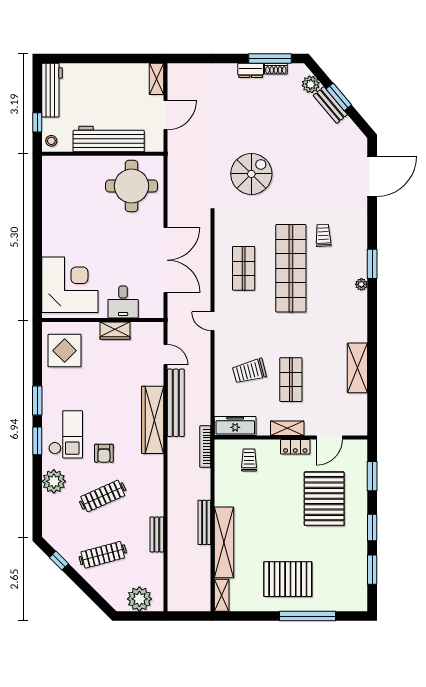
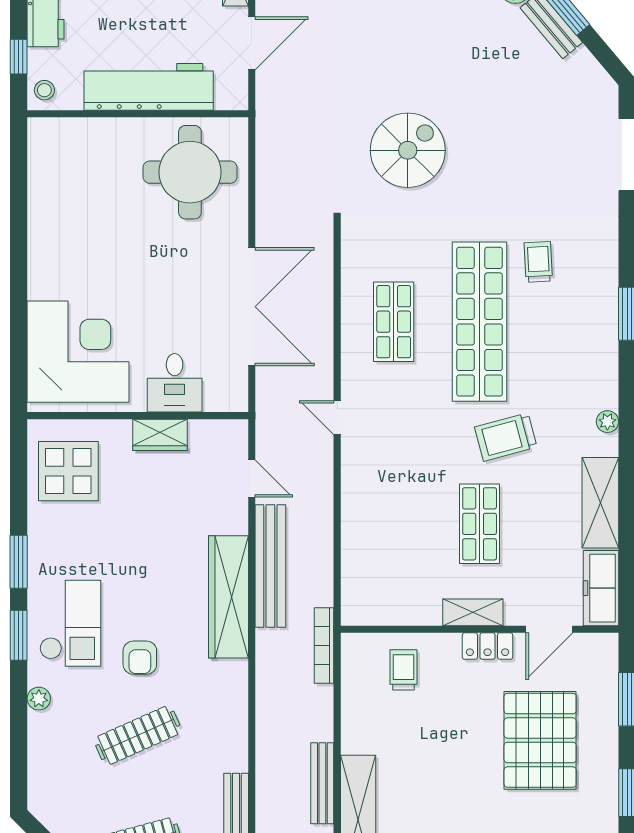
plant: (361, 284) -> (607, 422), moved
trolley: (249, 371) -> (506, 437), moved
freezer: (235, 426) -> (601, 588), moved, turned -90
plant: (54, 481) -> (39, 699), width x0.53, depth x0.53

